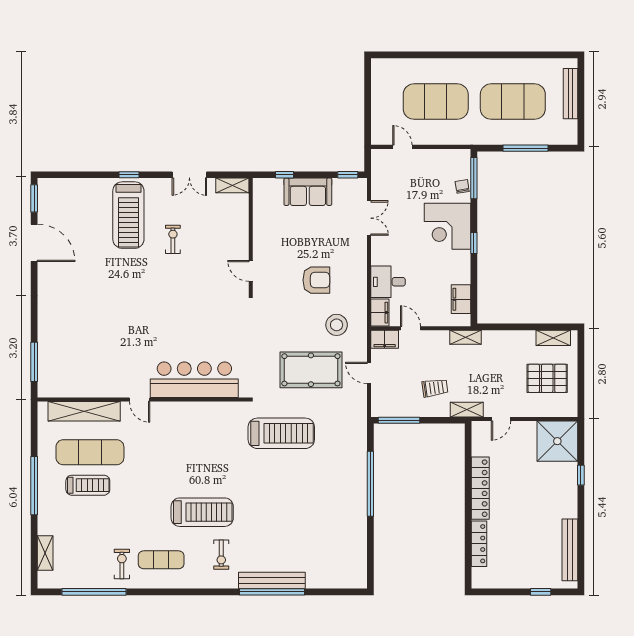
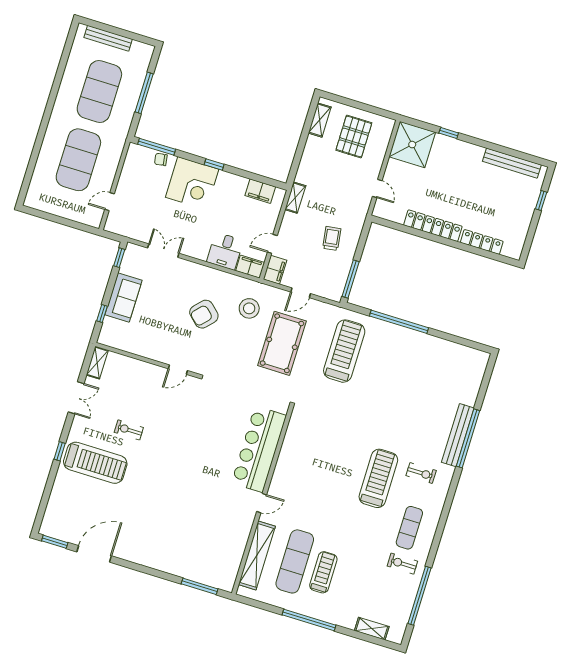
armchair: (316, 280) -> (204, 314), turned -137
shelving: (467, 410) -> (360, 216), removed
treadmill: (281, 433) -> (344, 351), moved

